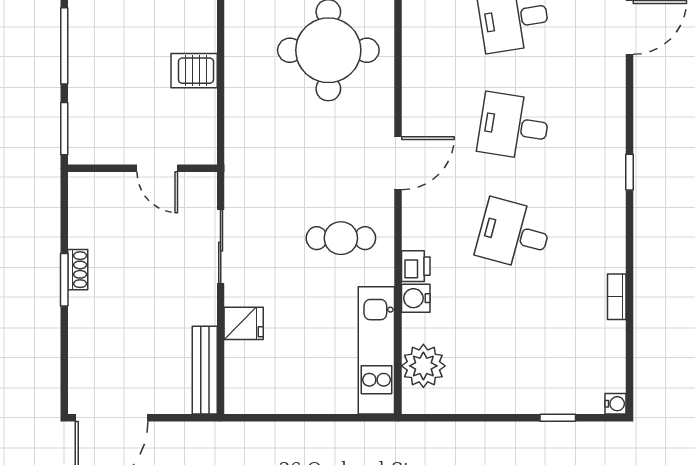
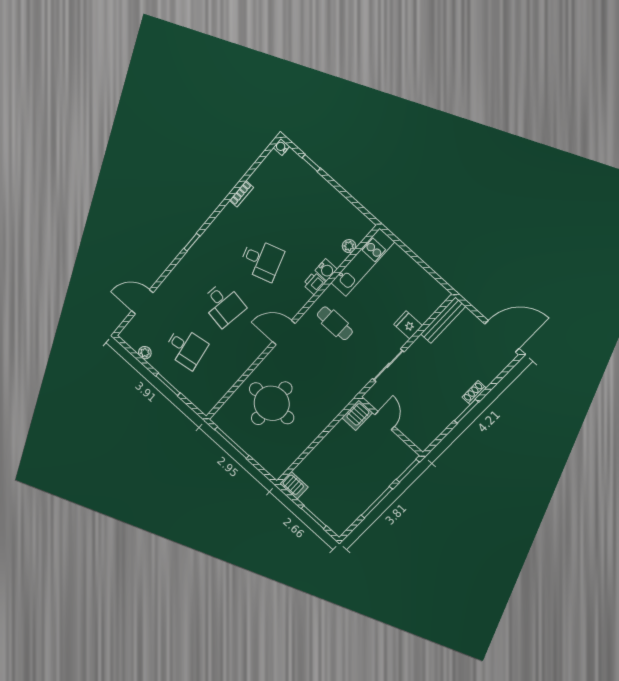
server rack: (194, 71) -> (357, 415), moved, turned 90
desk: (514, 234) -> (262, 260), turned -33
shoe rack: (78, 270) -> (474, 393), moved
plant: (423, 366) -> (349, 246), width x0.53, depth x0.53

